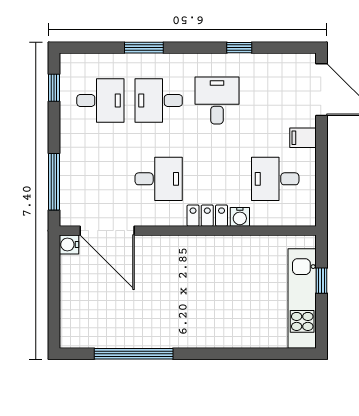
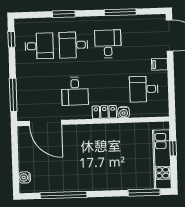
window: (239, 48) -> (120, 12), width x2.17
desk: (159, 179) -> (75, 91), turned 90
water cooler: (69, 245) -> (25, 177), moved
window: (270, 354) -> (144, 193), added

